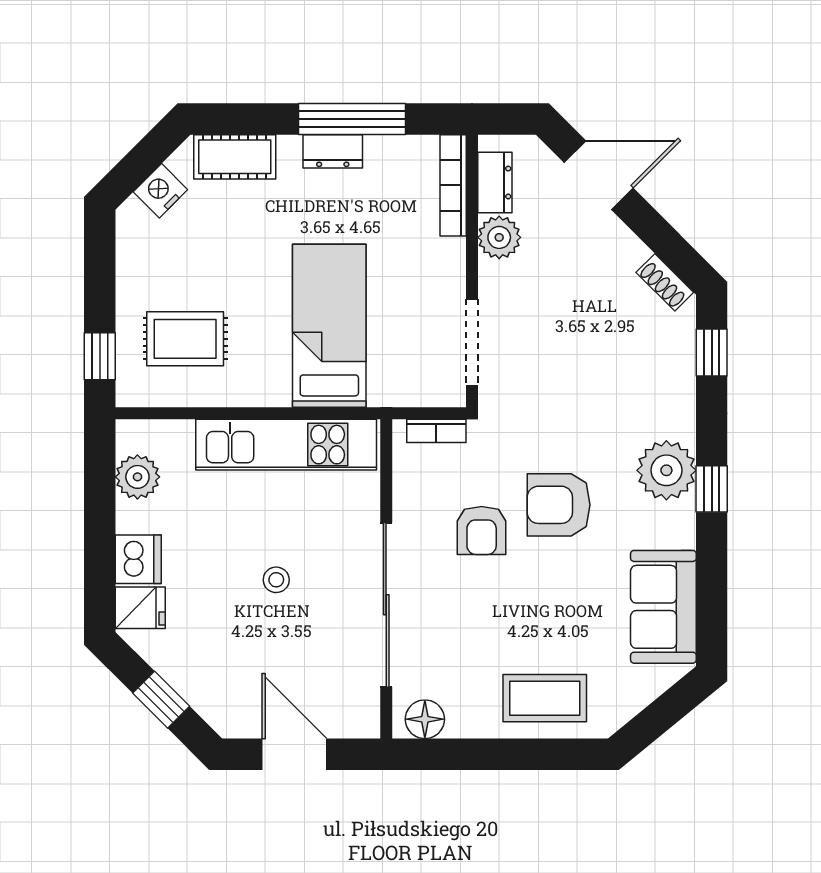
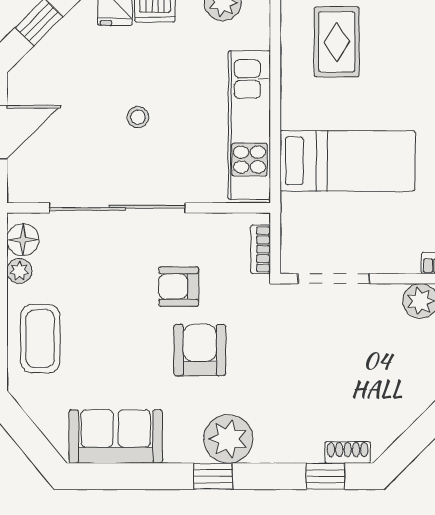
shoe rack: (665, 282) -> (348, 452), moved, turned 45
plant: (463, 723) -> (19, 271), added

